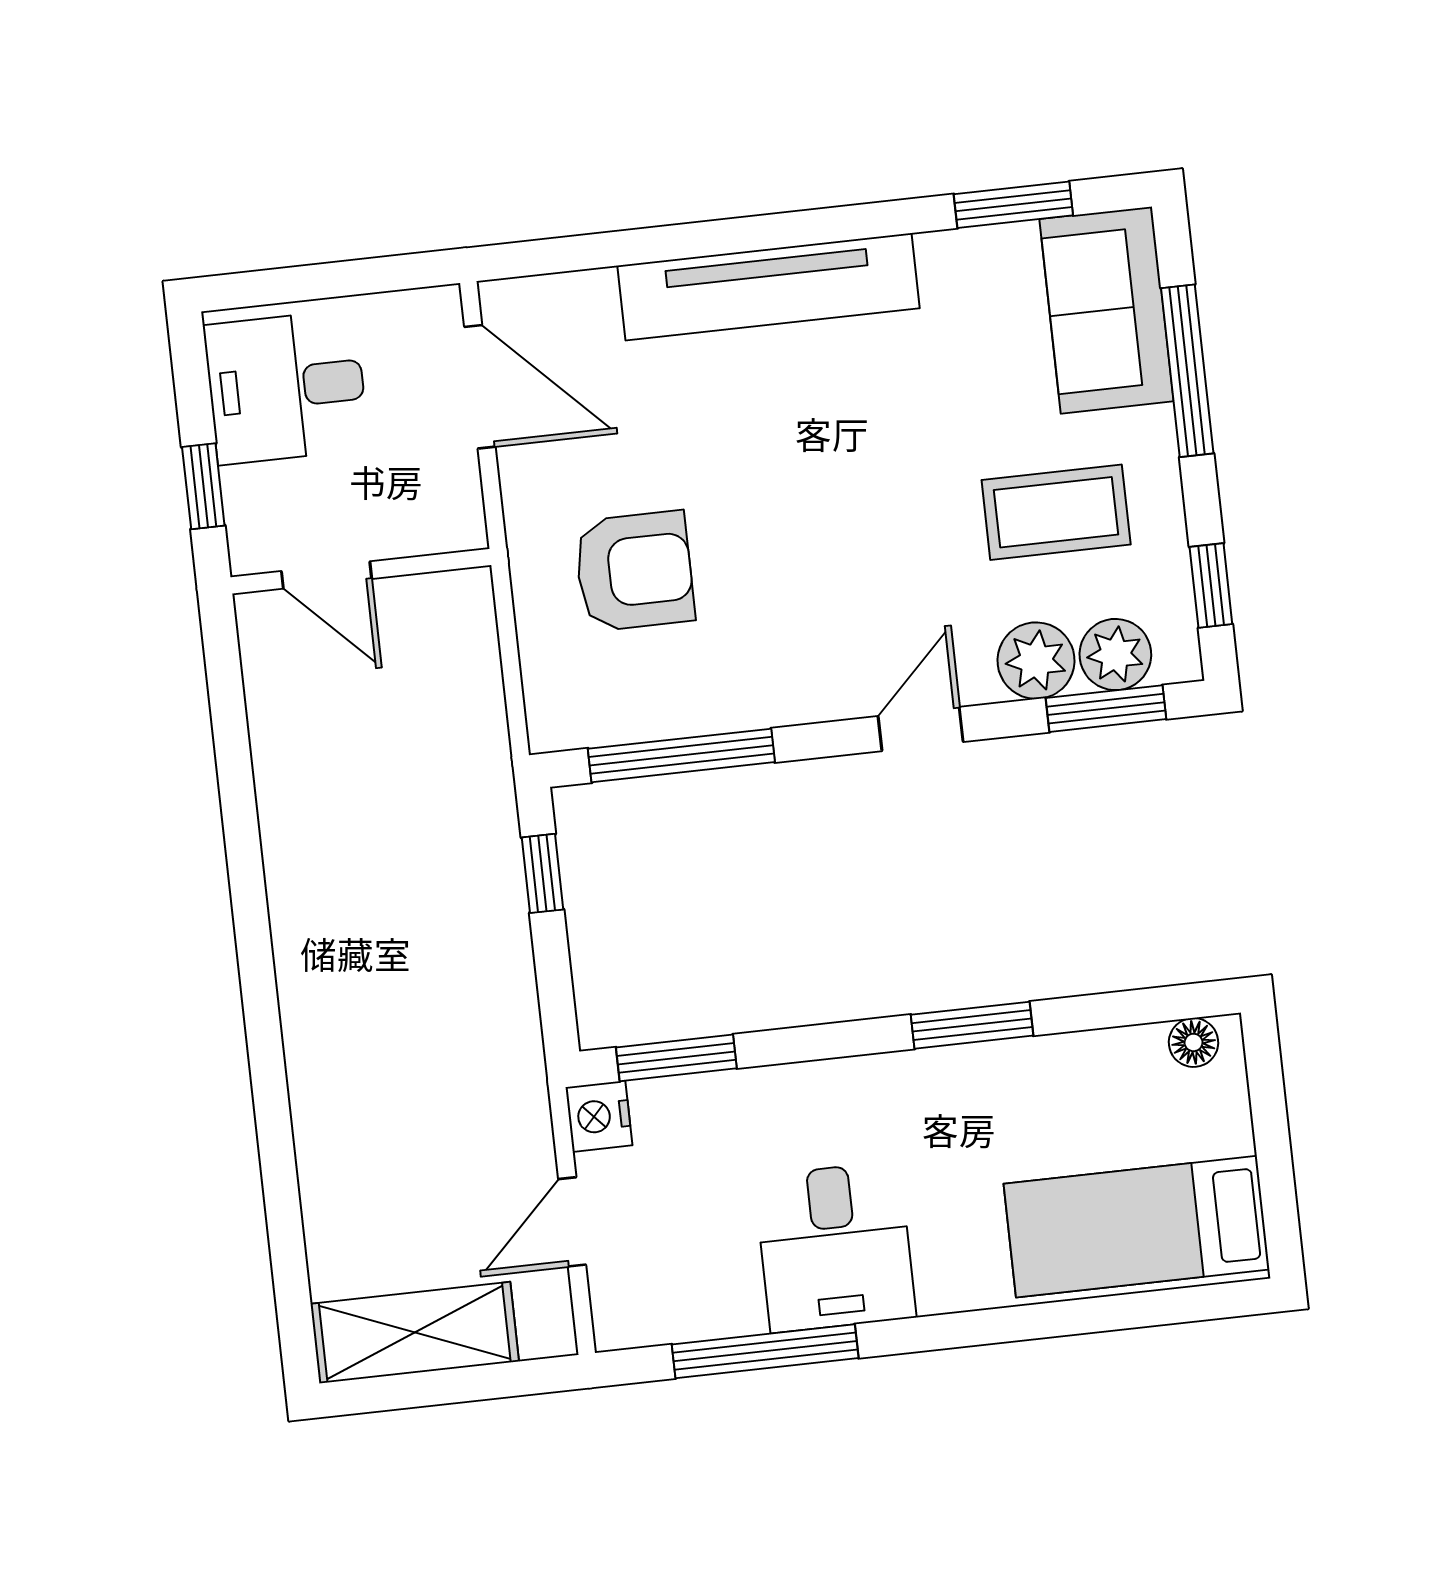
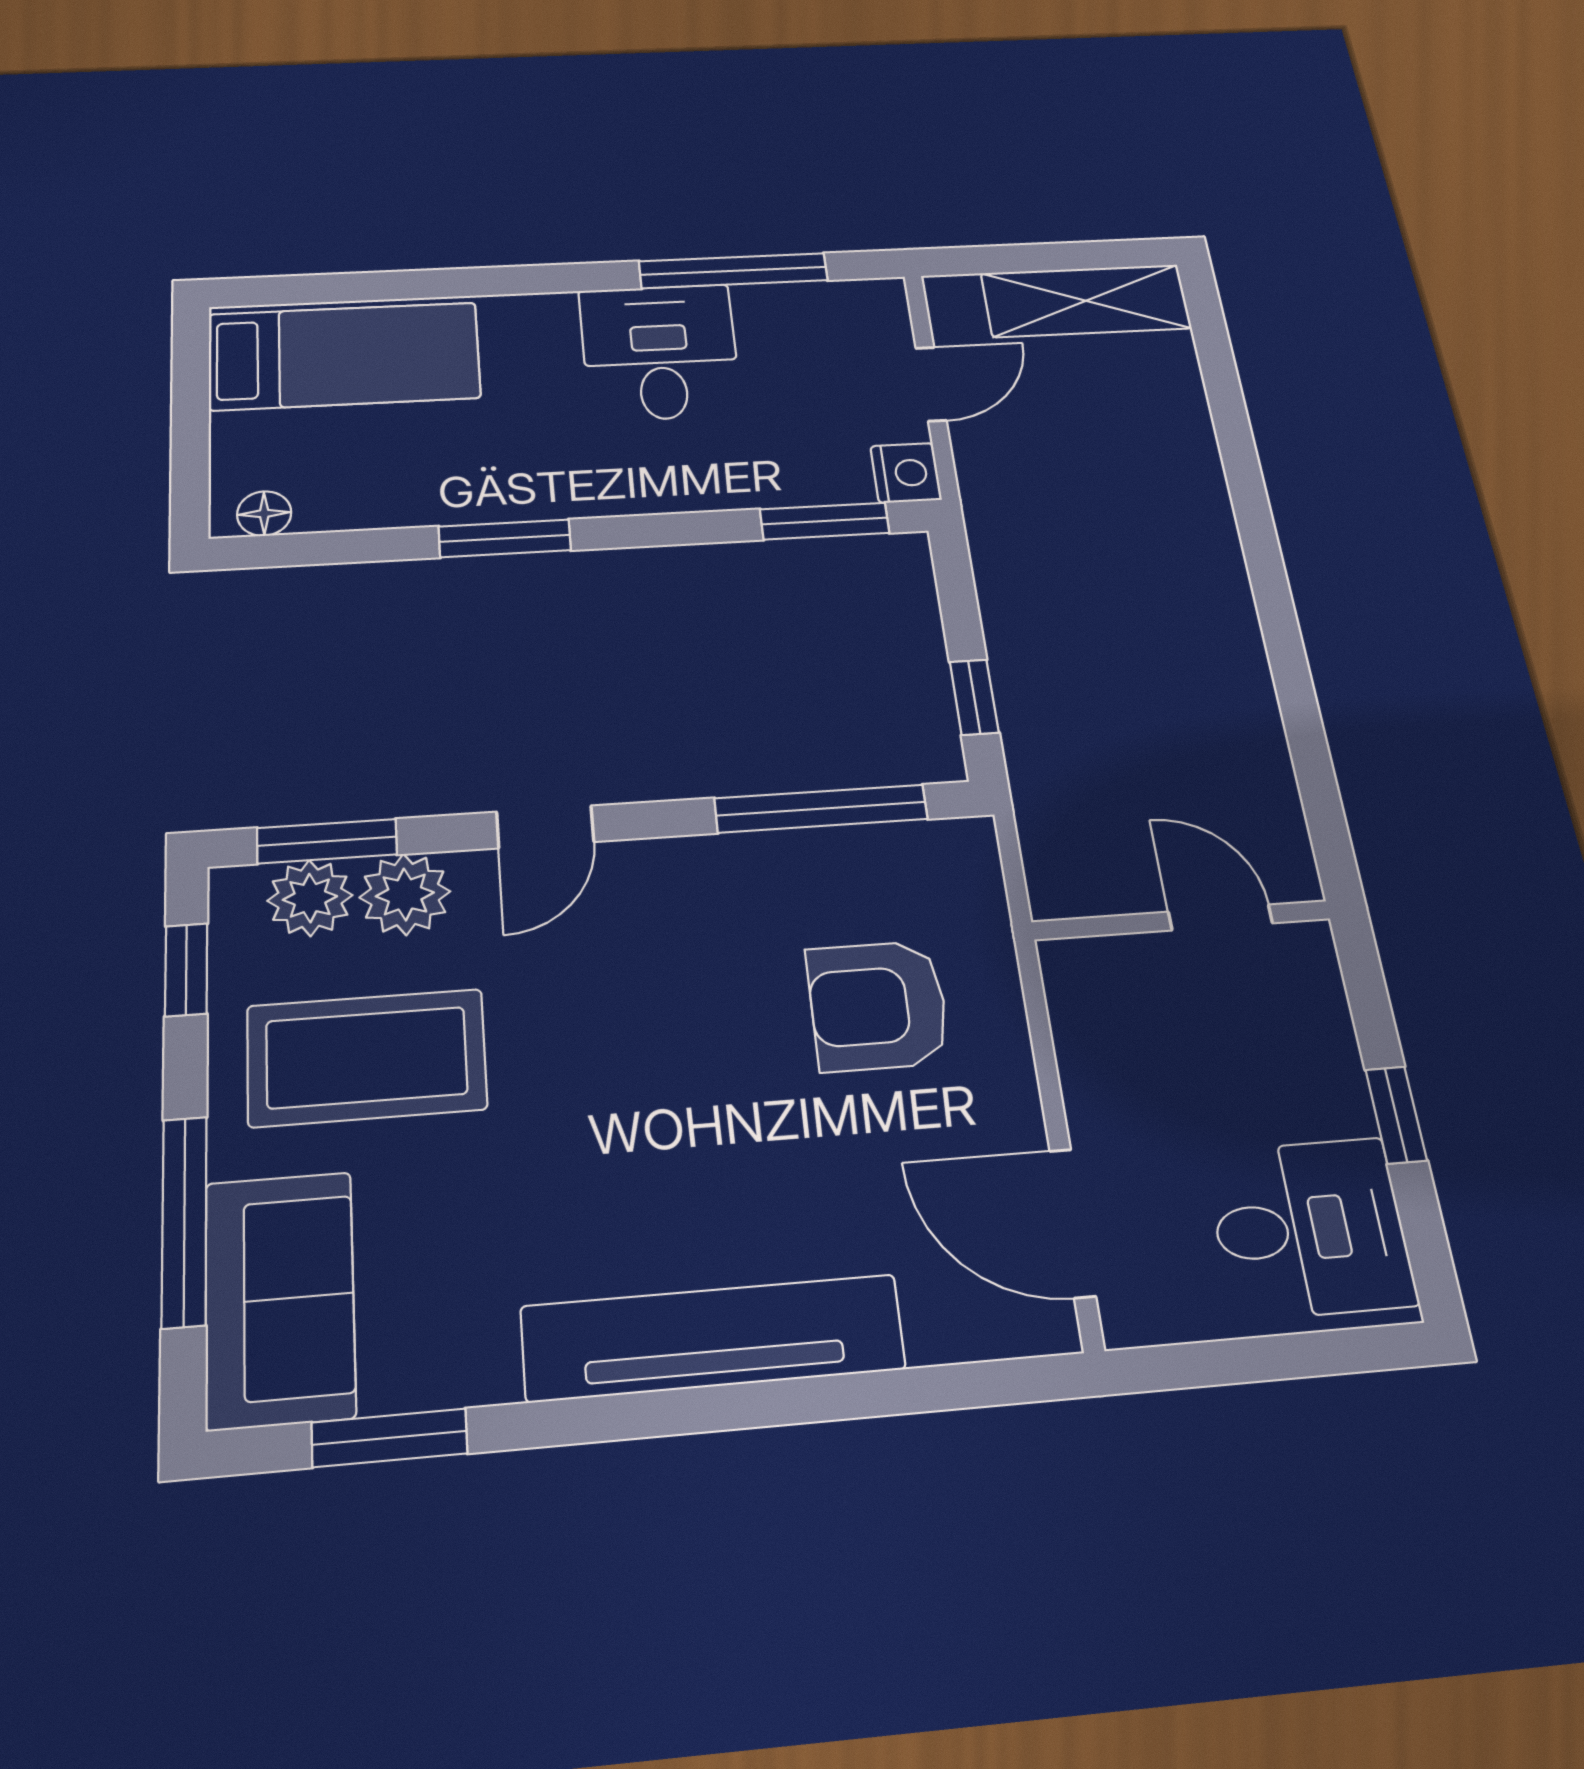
coffee table: (1056, 512) -> (367, 1057), width x1.36, depth x1.32
wall: (361, 571) -> (1181, 920), moved
door: (327, 575) -> (1220, 917), moved

